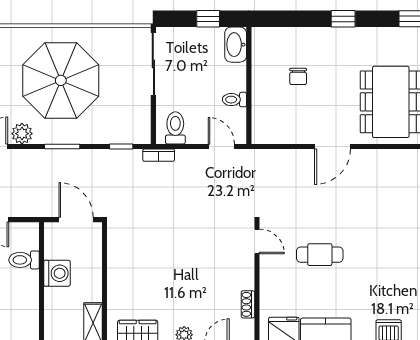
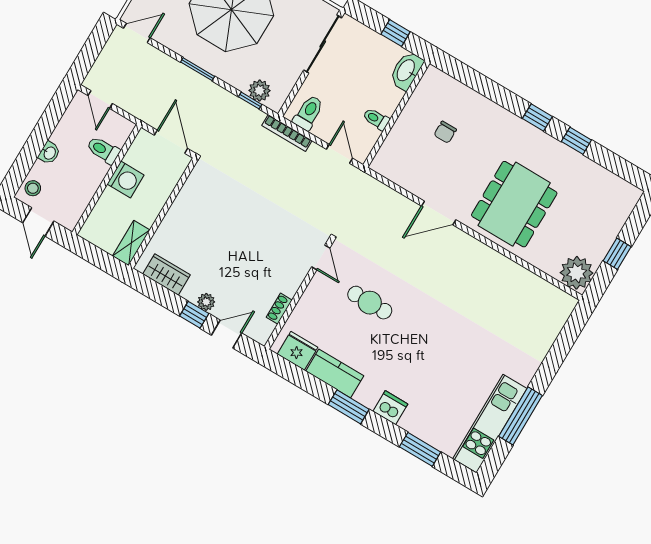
window: (343, 19) -> (537, 118), moved
plant: (22, 134) -> (260, 91), moved
bookcase: (159, 155) -> (287, 133), width x1.56

